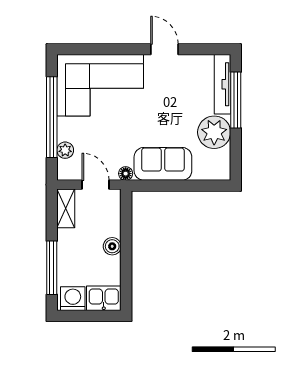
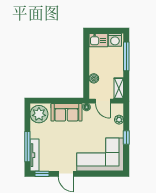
window: (209, 49) -> (42, 174), added
window: (52, 117) -> (126, 137), width x0.32
plant: (214, 132) -> (39, 114), moved
boiler: (112, 246) -> (94, 78), moved

